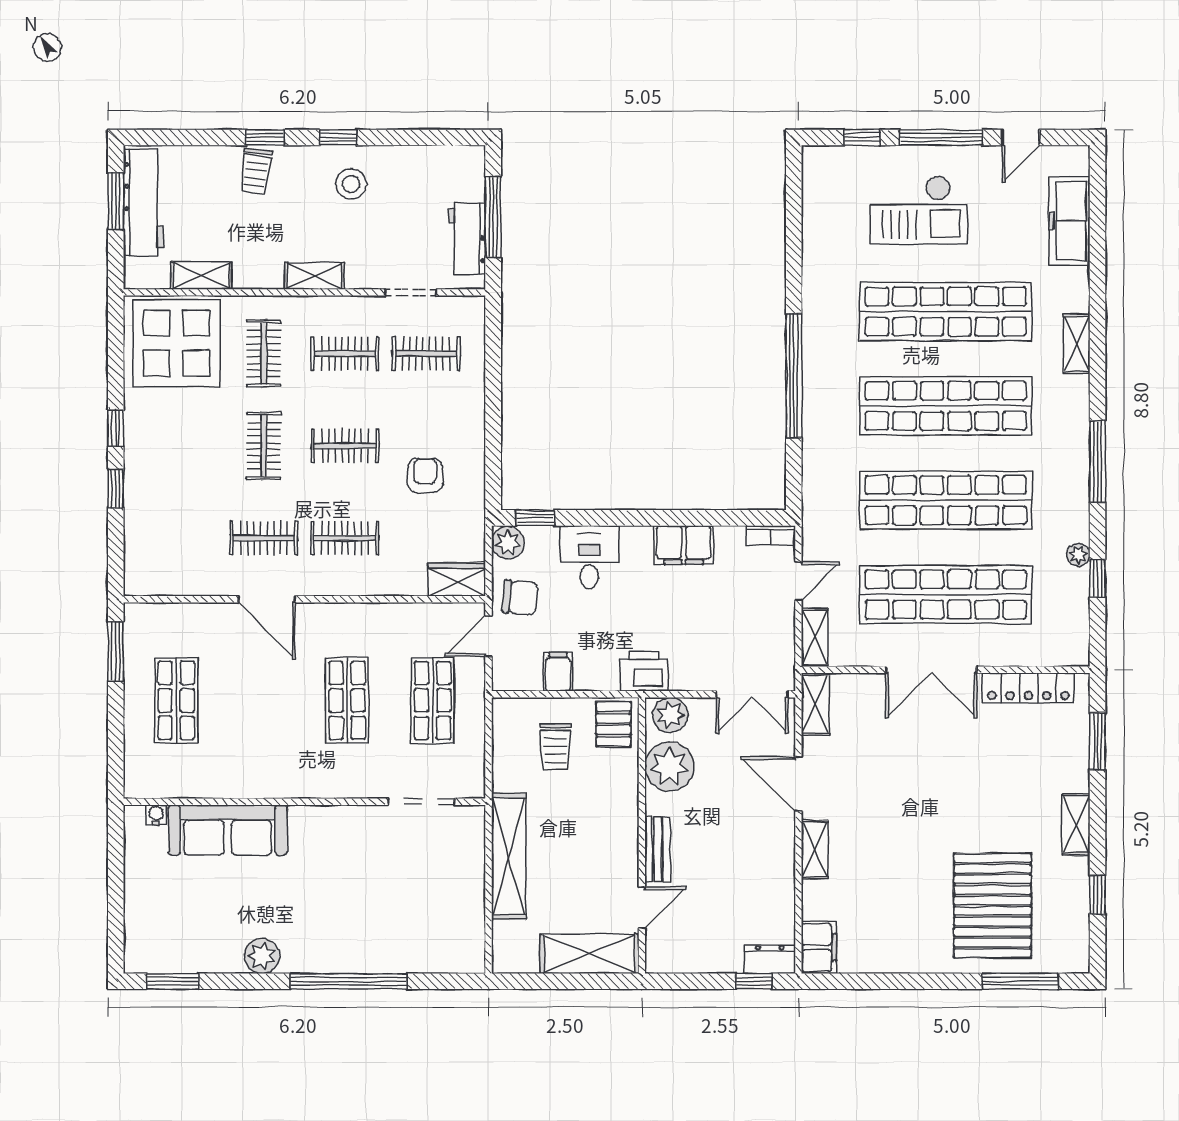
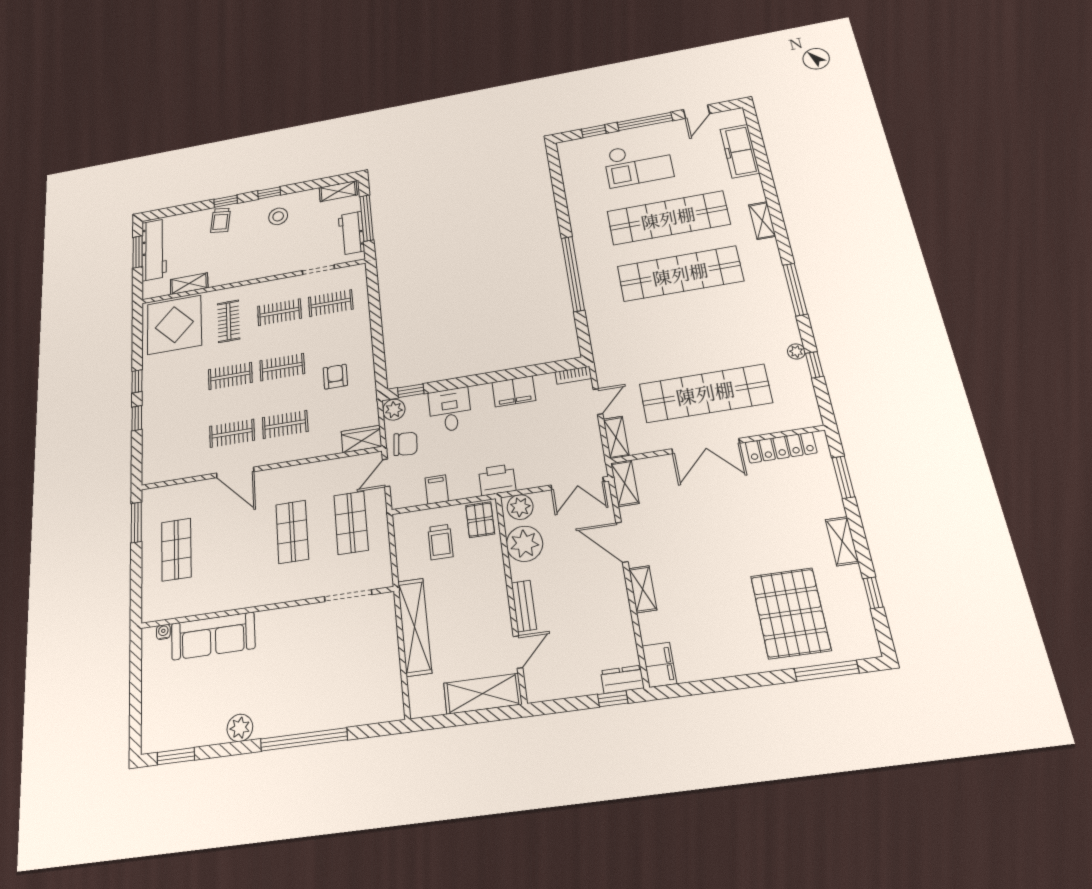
shelving: (314, 276) -> (338, 191), moved
clothes rail: (264, 446) -> (230, 376), turned 90
shop shelf: (946, 500) -> (692, 332), removed

